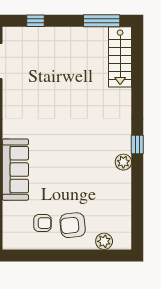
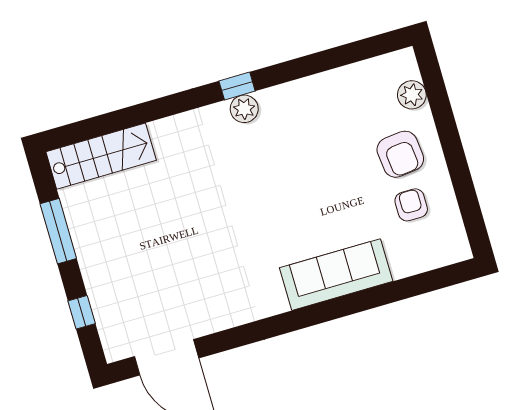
window: (102, 21) -> (58, 231), moved
plant: (123, 162) -> (244, 109), moved

